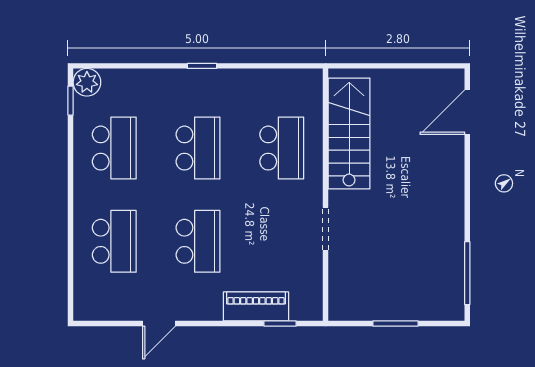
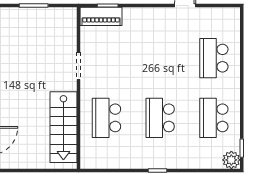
school desk: (198, 241) -> (160, 58), removed
piano: (256, 306) -> (101, 16), moved

